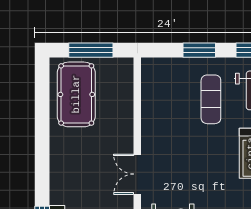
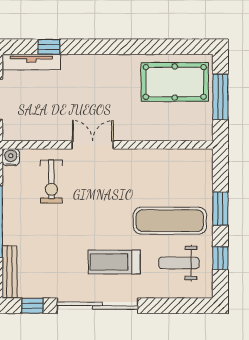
exercise mat: (211, 99) -> (170, 221), width x1.36, depth x1.45

